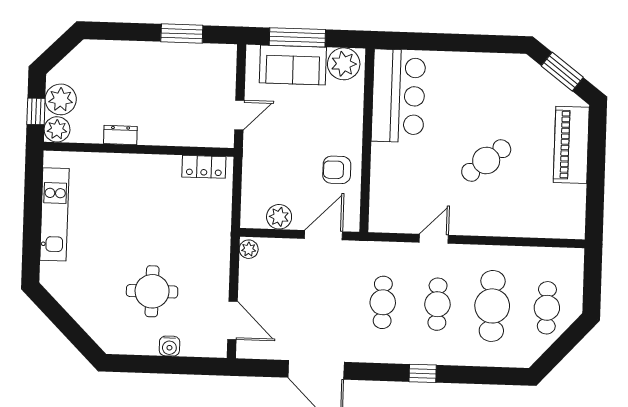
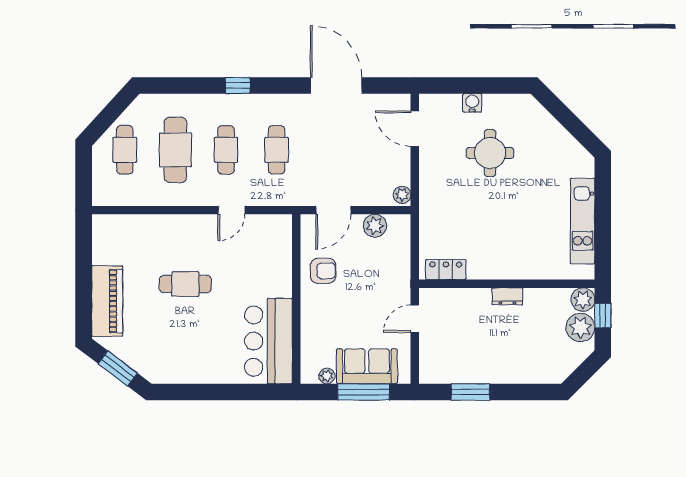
plant: (344, 64) -> (327, 376), width x0.53, depth x0.53
dresser: (120, 135) -> (507, 296), moved
cafe table: (486, 160) -> (185, 284), turned 39

